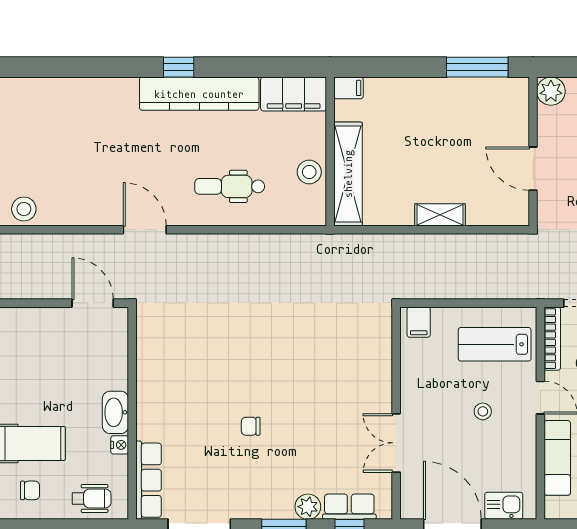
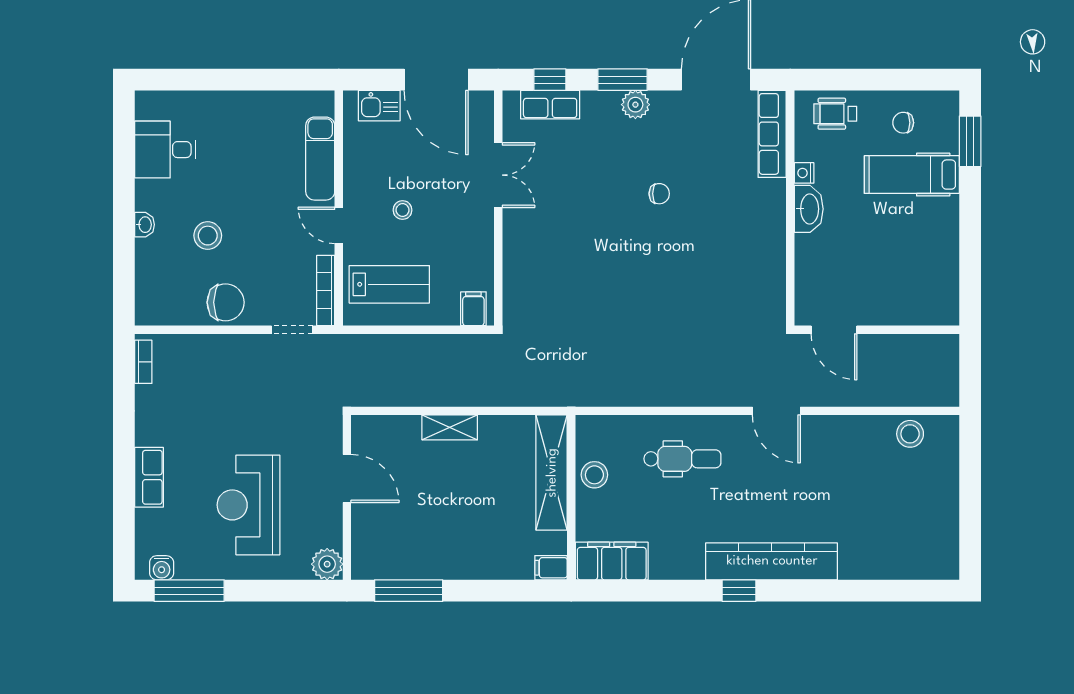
kitchen counter: (199, 94) -> (772, 561), moved
plant: (308, 507) -> (635, 105), moved

